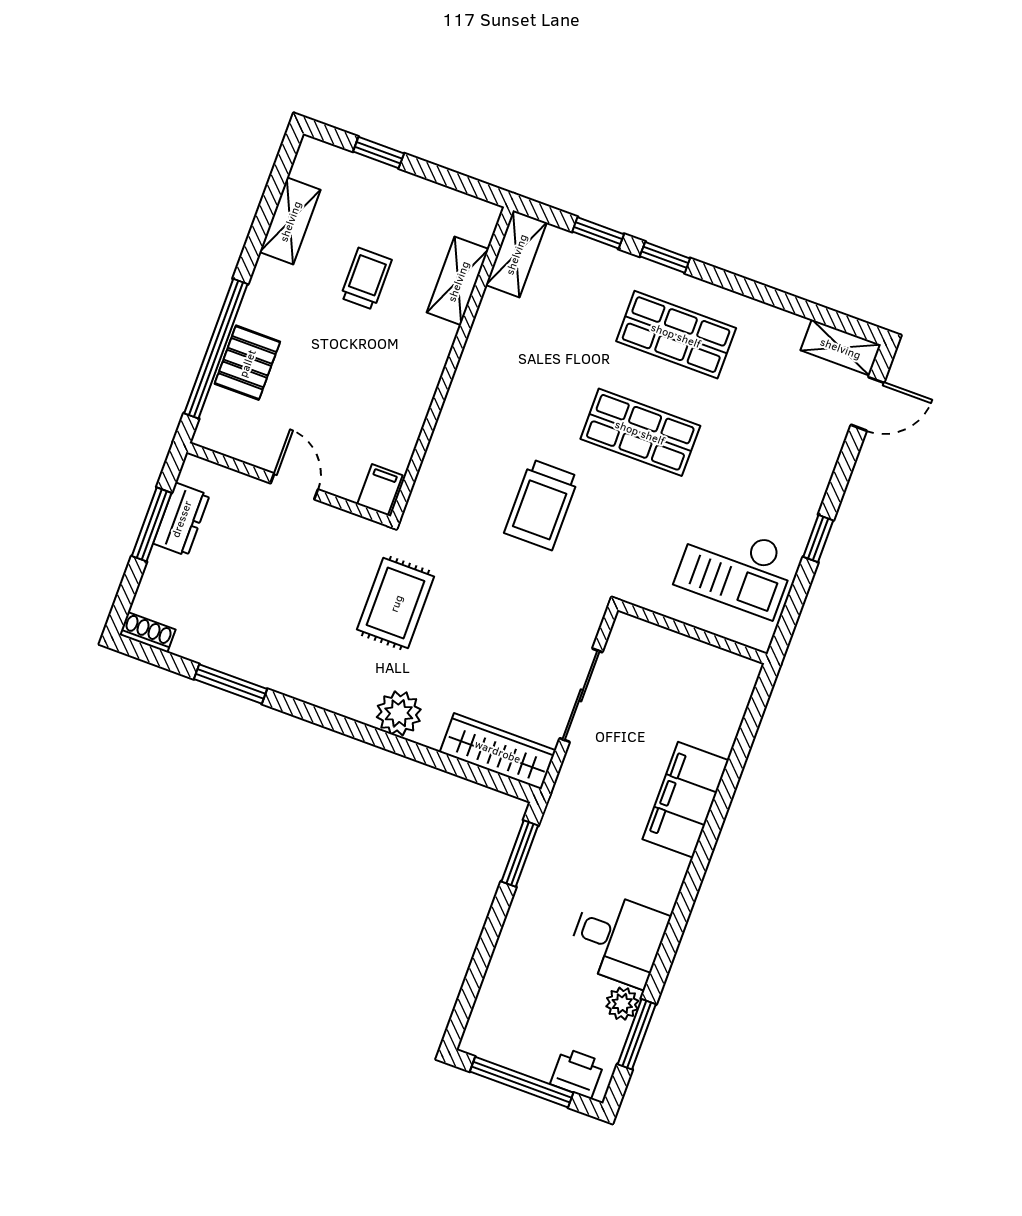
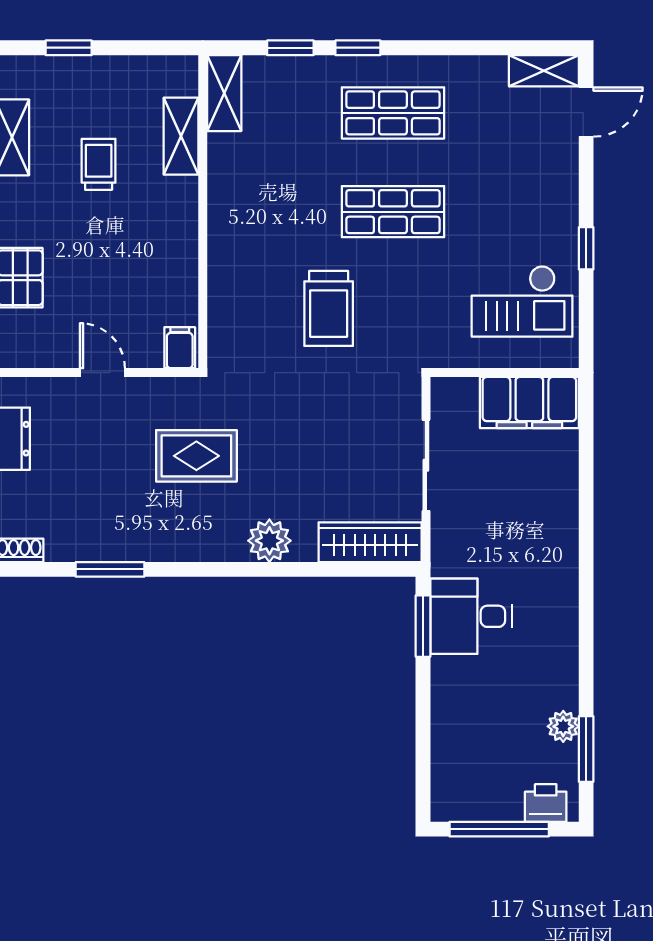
rug: (396, 603) -> (196, 456), moved, turned 90
filing cabinet: (686, 800) -> (529, 403), moved, turned -90
desk: (618, 939) -> (471, 616), moved, turned 180

